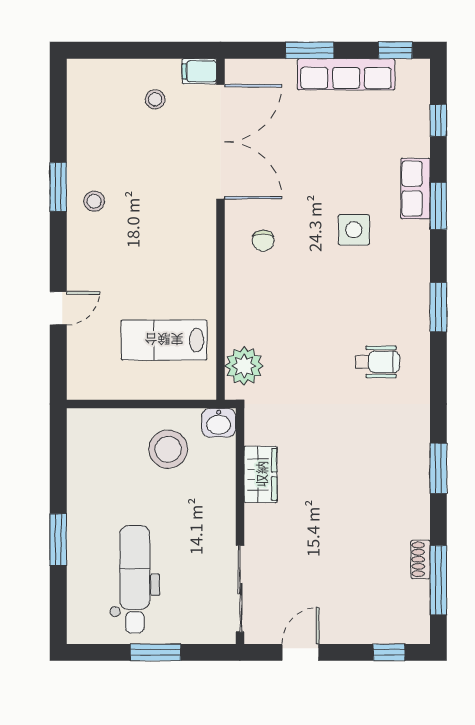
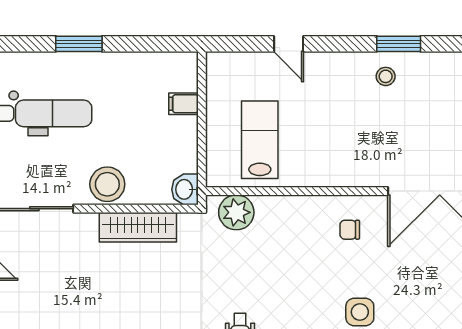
filing cabinet: (124, 424) -> (183, 104), added
stool: (168, 449) -> (107, 184), moved
wardrobe: (261, 474) -> (138, 227), width x1.50

